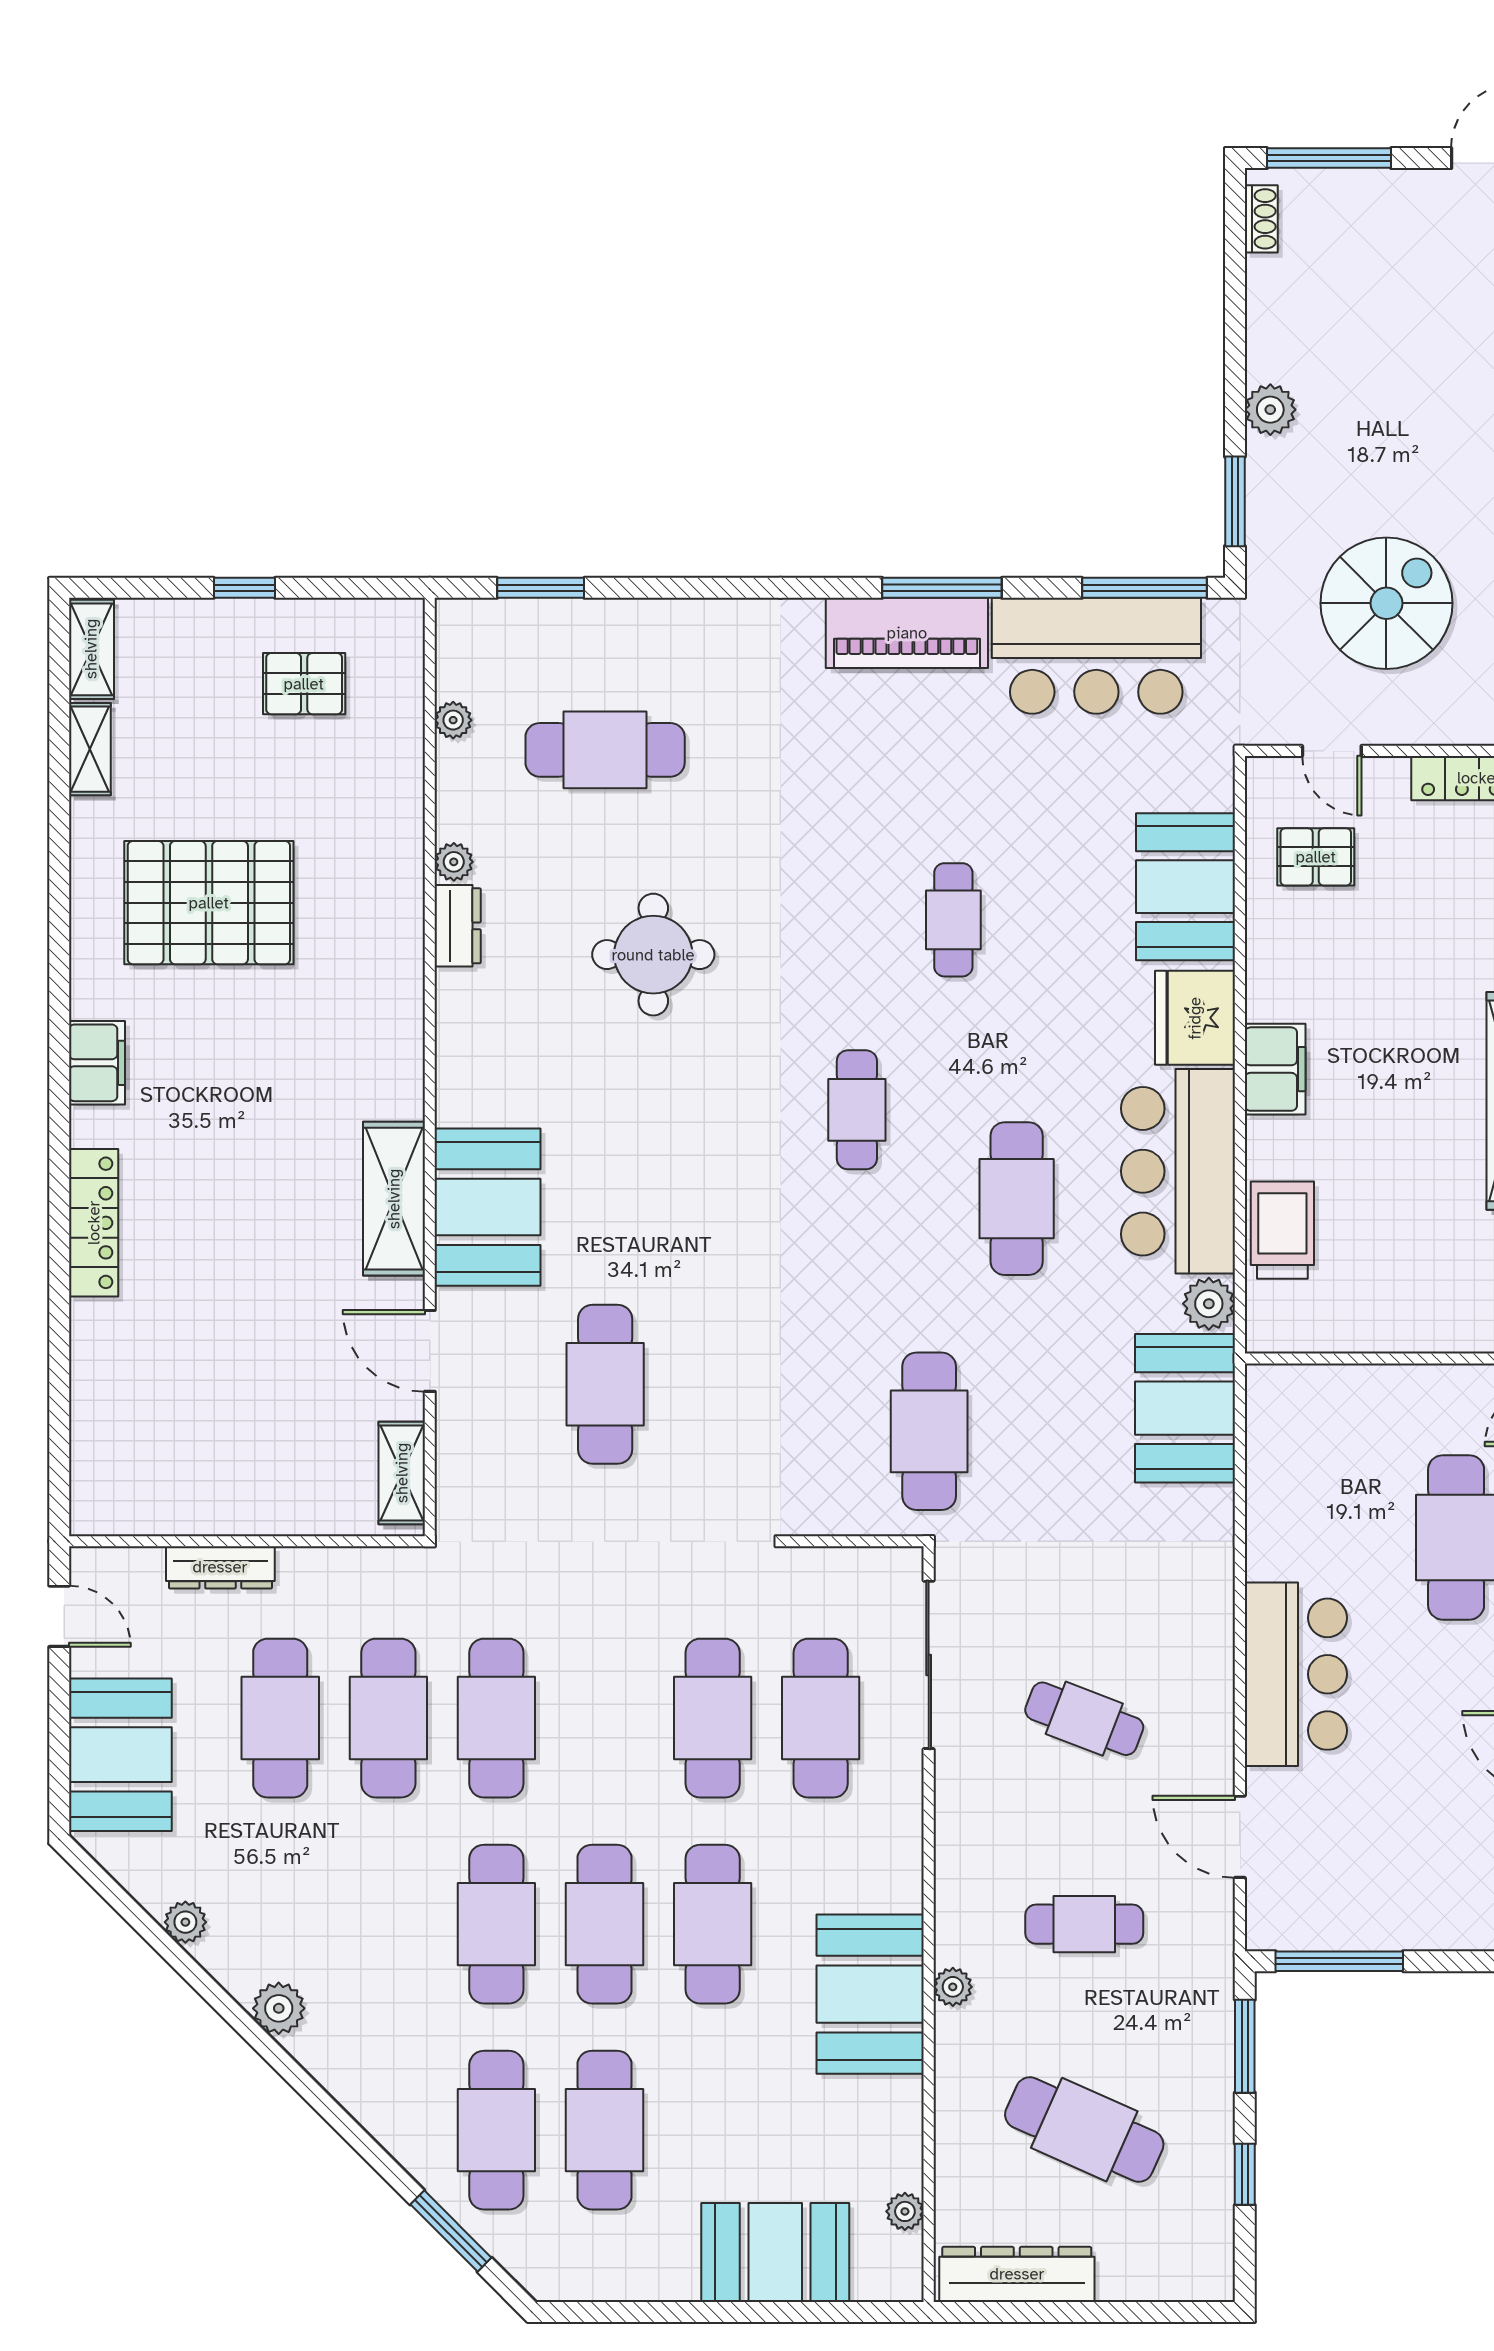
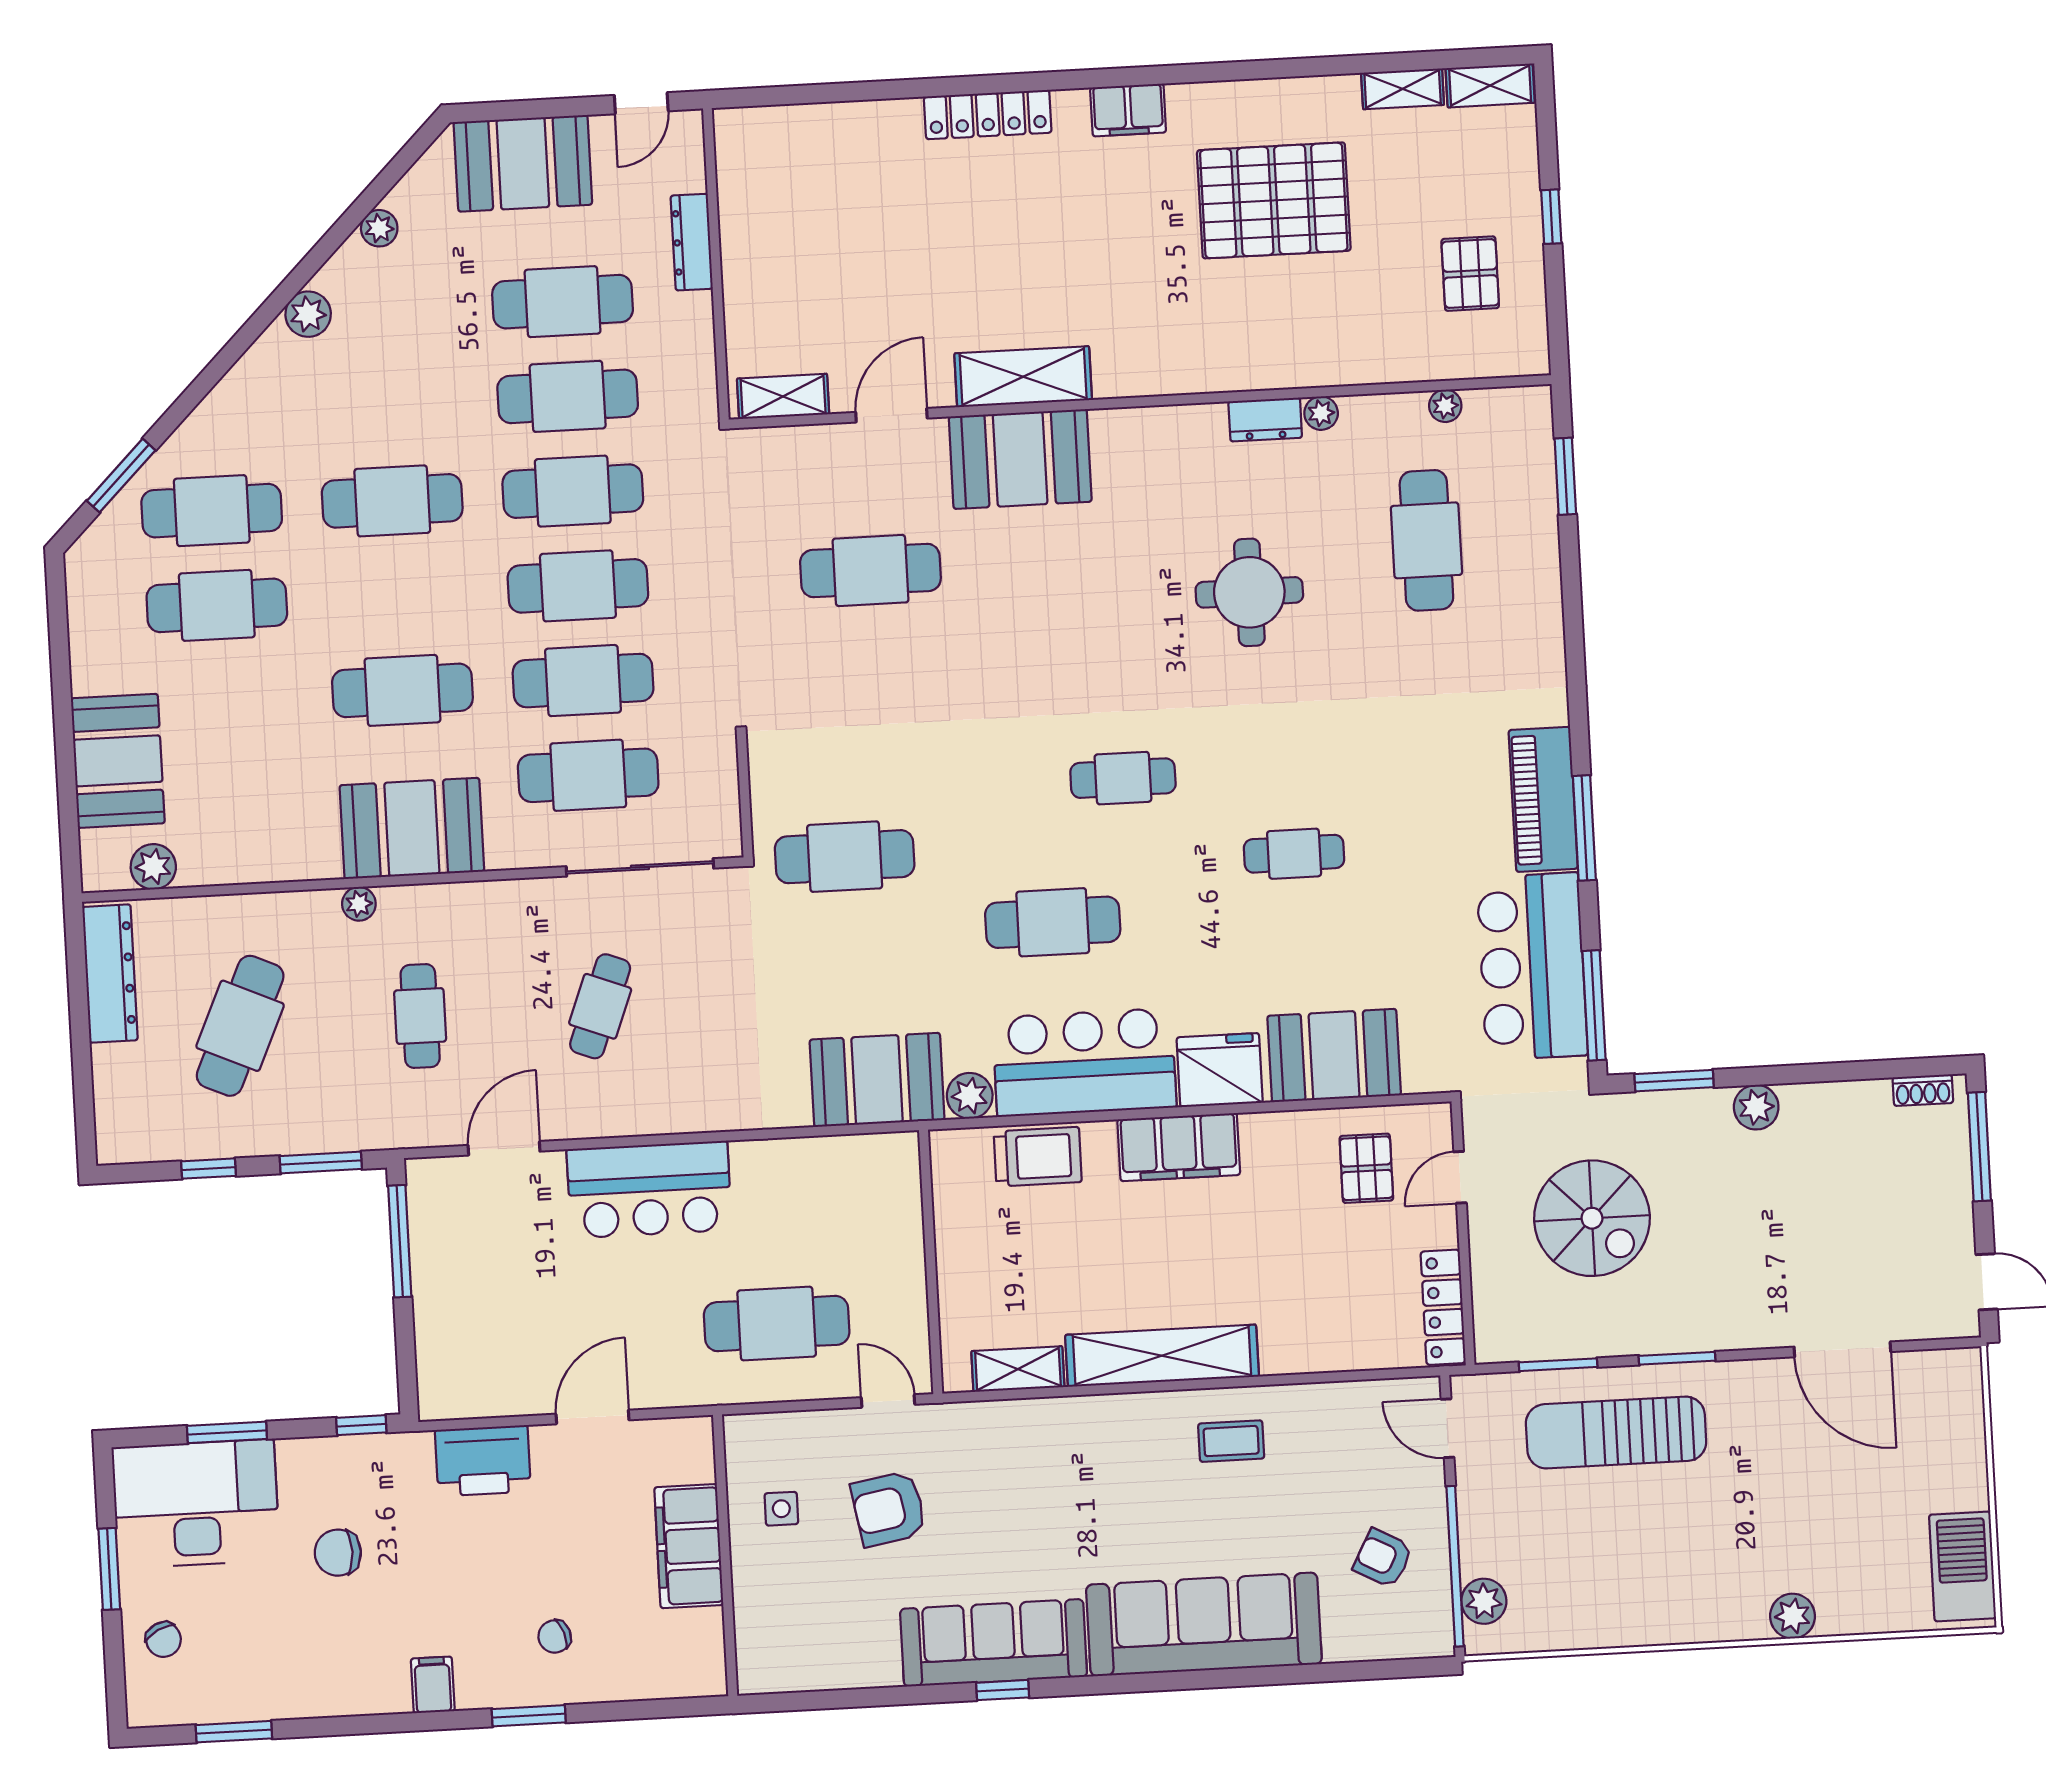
pallet: (209, 903) -> (1274, 200), turned 90
filing cabinet: (1275, 1069) -> (1179, 1147), width x1.50, depth x1.17
cafe table: (605, 1924) -> (578, 586), moved
booth: (870, 1994) -> (412, 828), moved
plant: (905, 2211) -> (153, 867), width x1.38, depth x1.38

